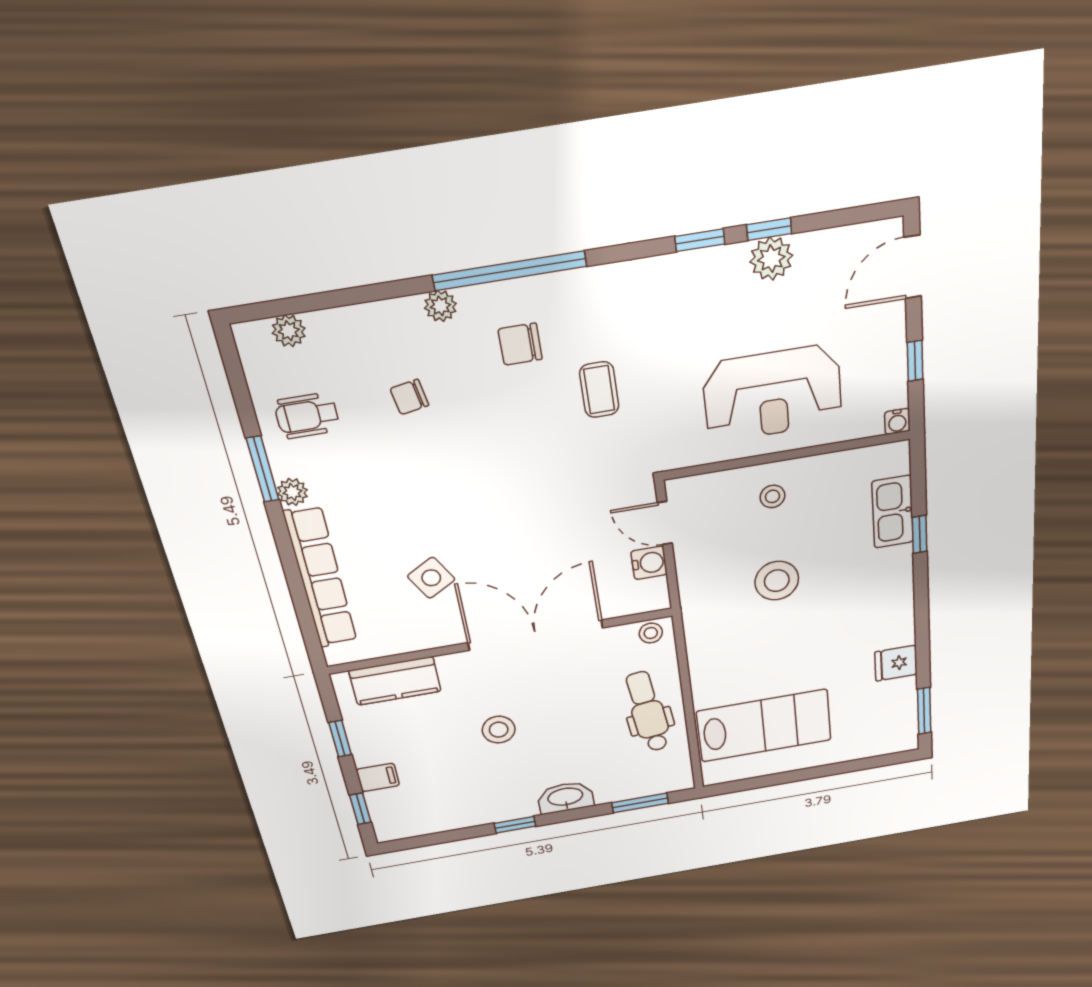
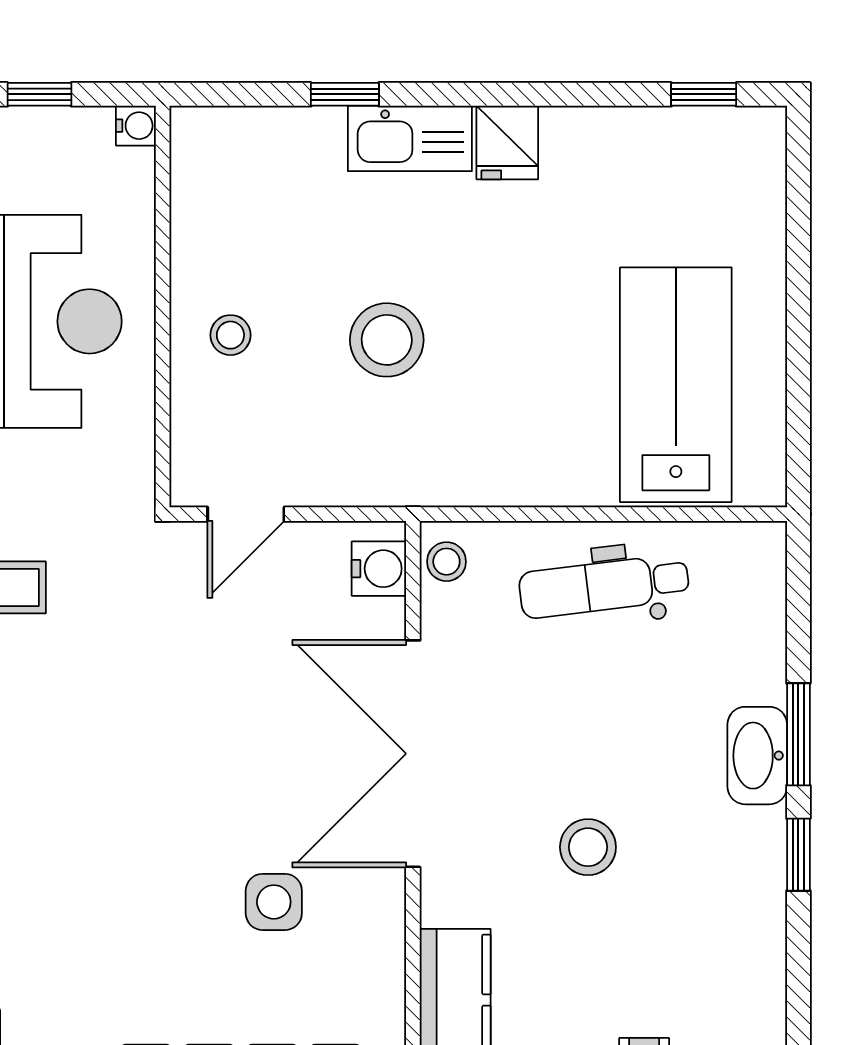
kitchen sink: (893, 512) -> (410, 138), moved
water cooler: (649, 563) -> (379, 569), moved, turned 90
side table: (431, 578) -> (274, 902), turned 30
fridge: (896, 663) -> (507, 143), moved
window: (924, 711) -> (704, 94), width x0.67
window: (640, 803) -> (798, 734), moved

